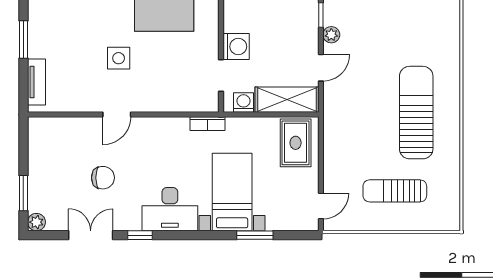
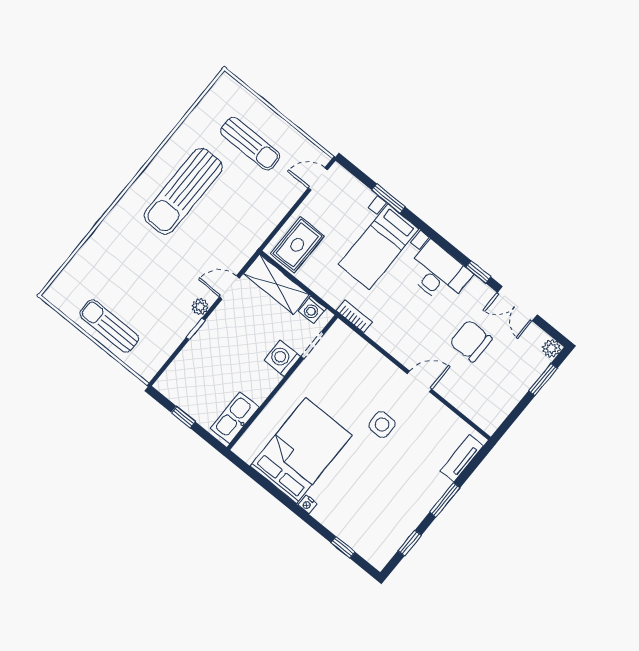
chair: (103, 178) -> (471, 341), width x1.37, depth x1.37

